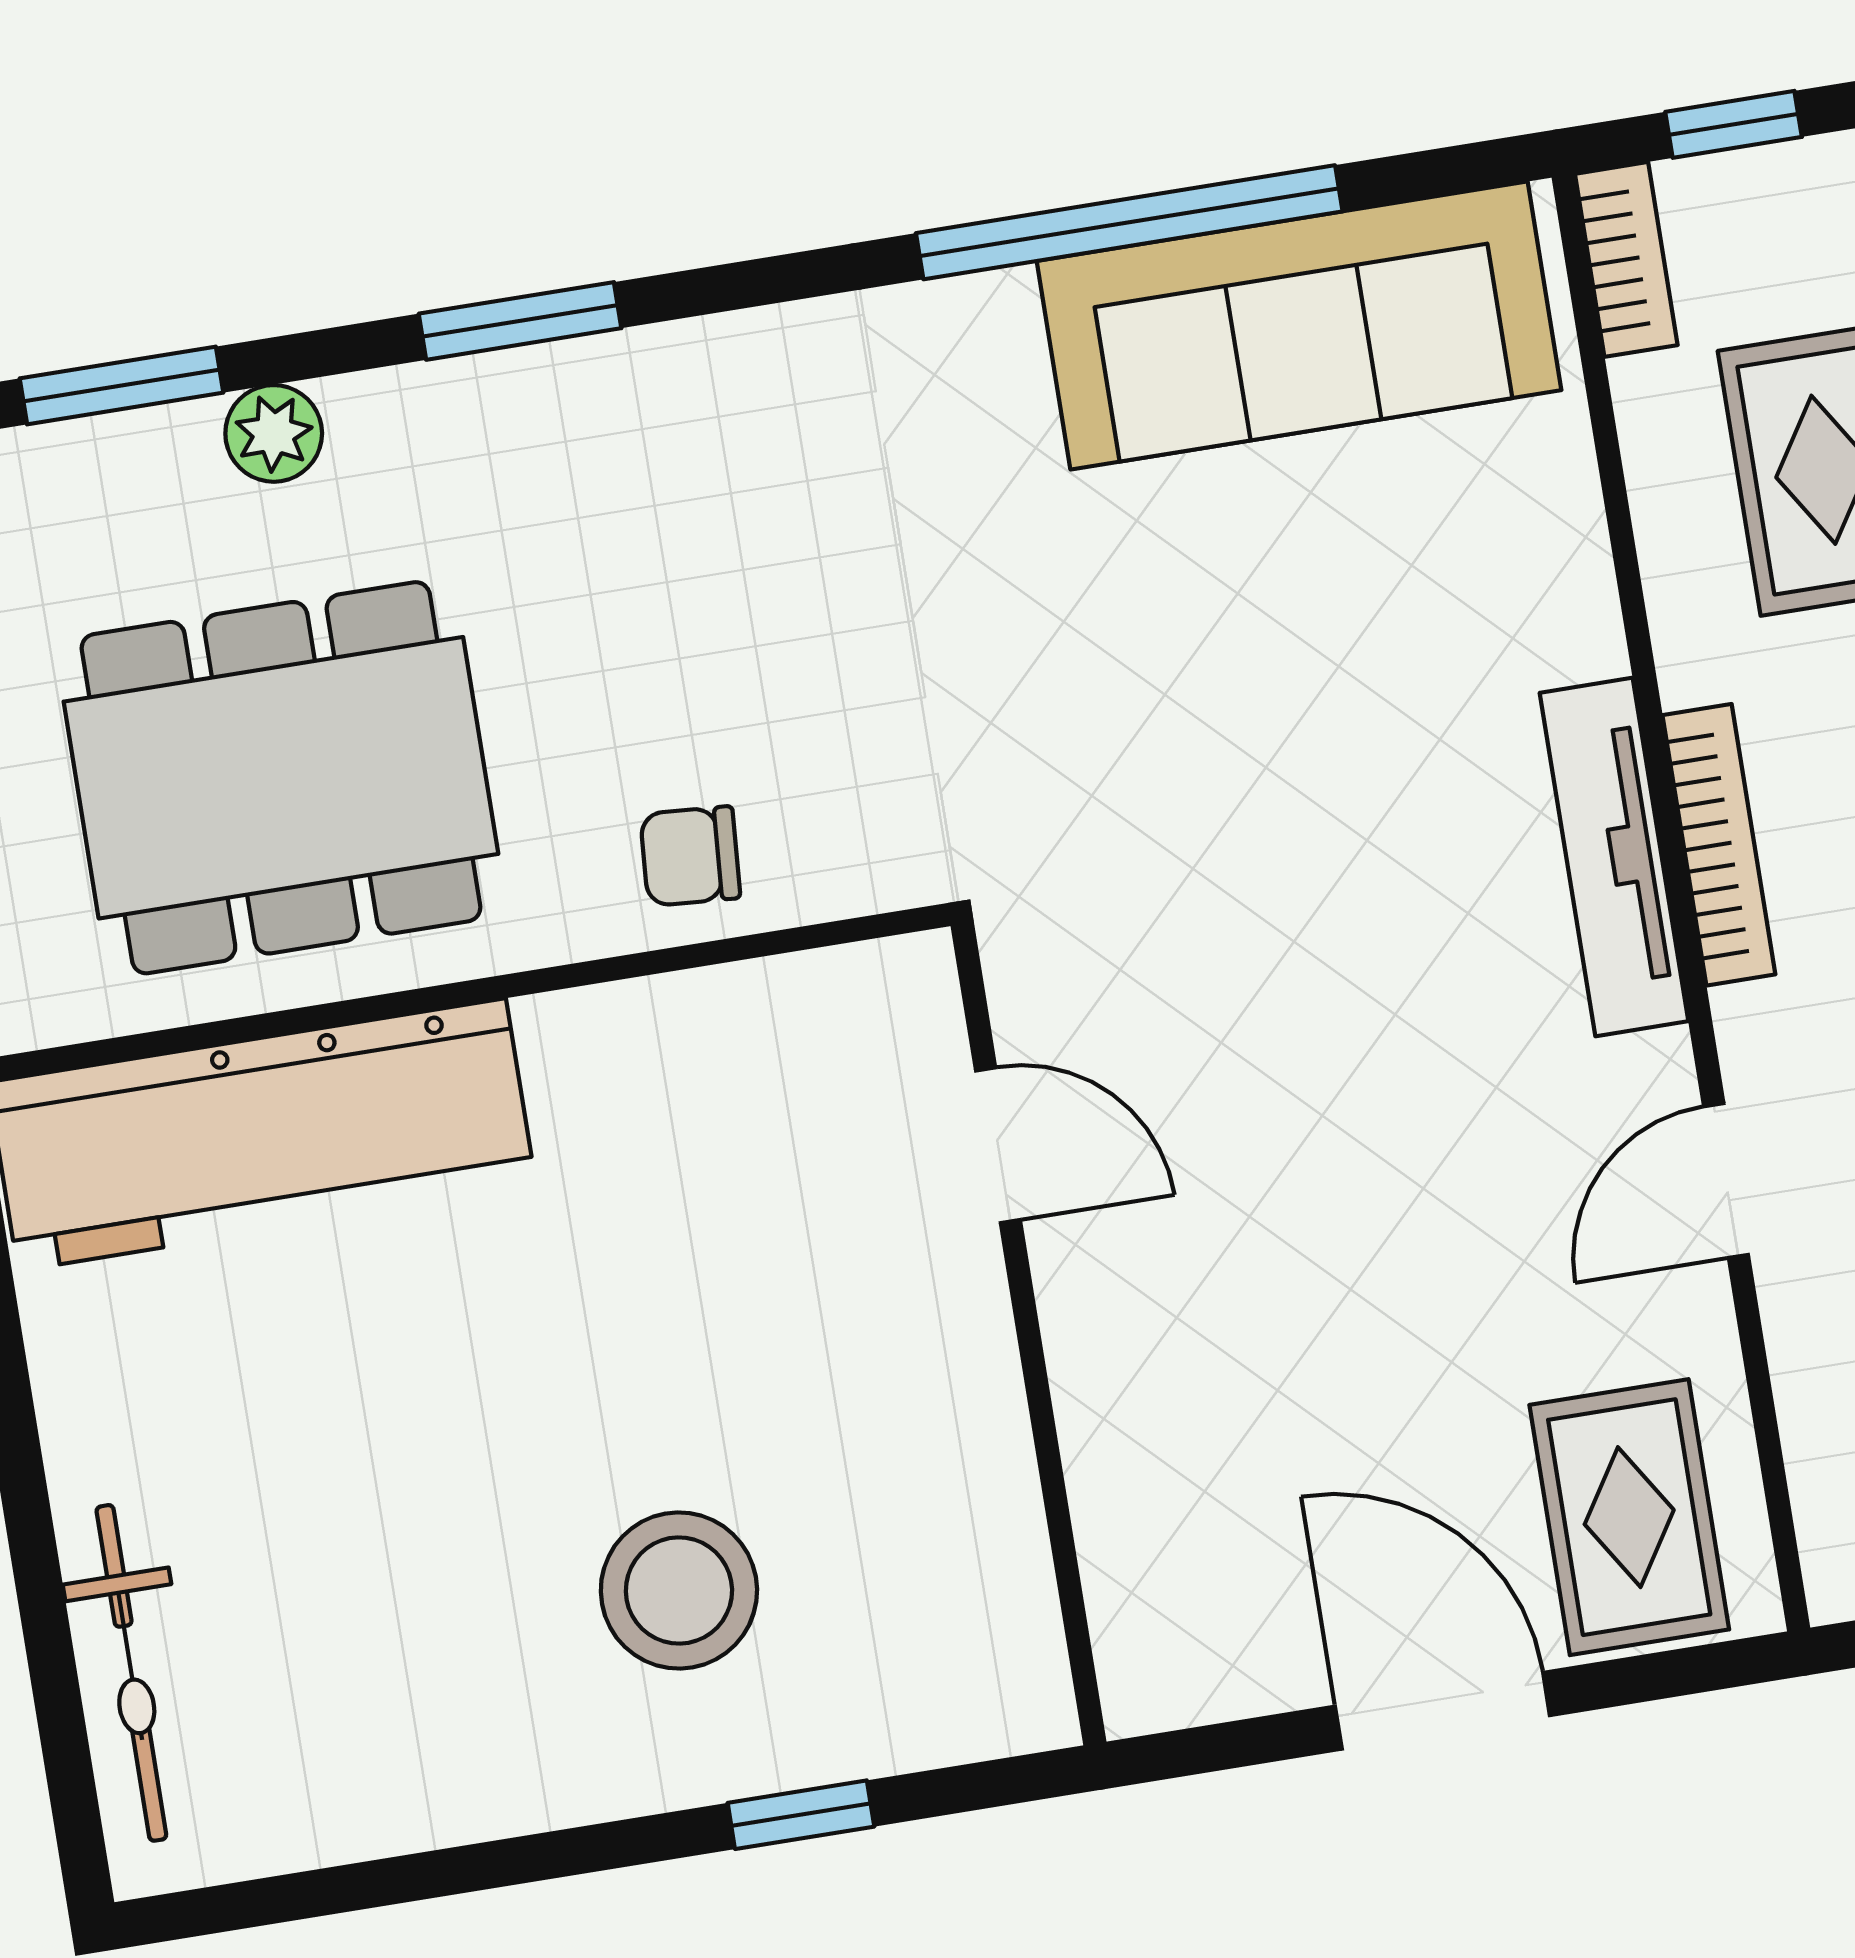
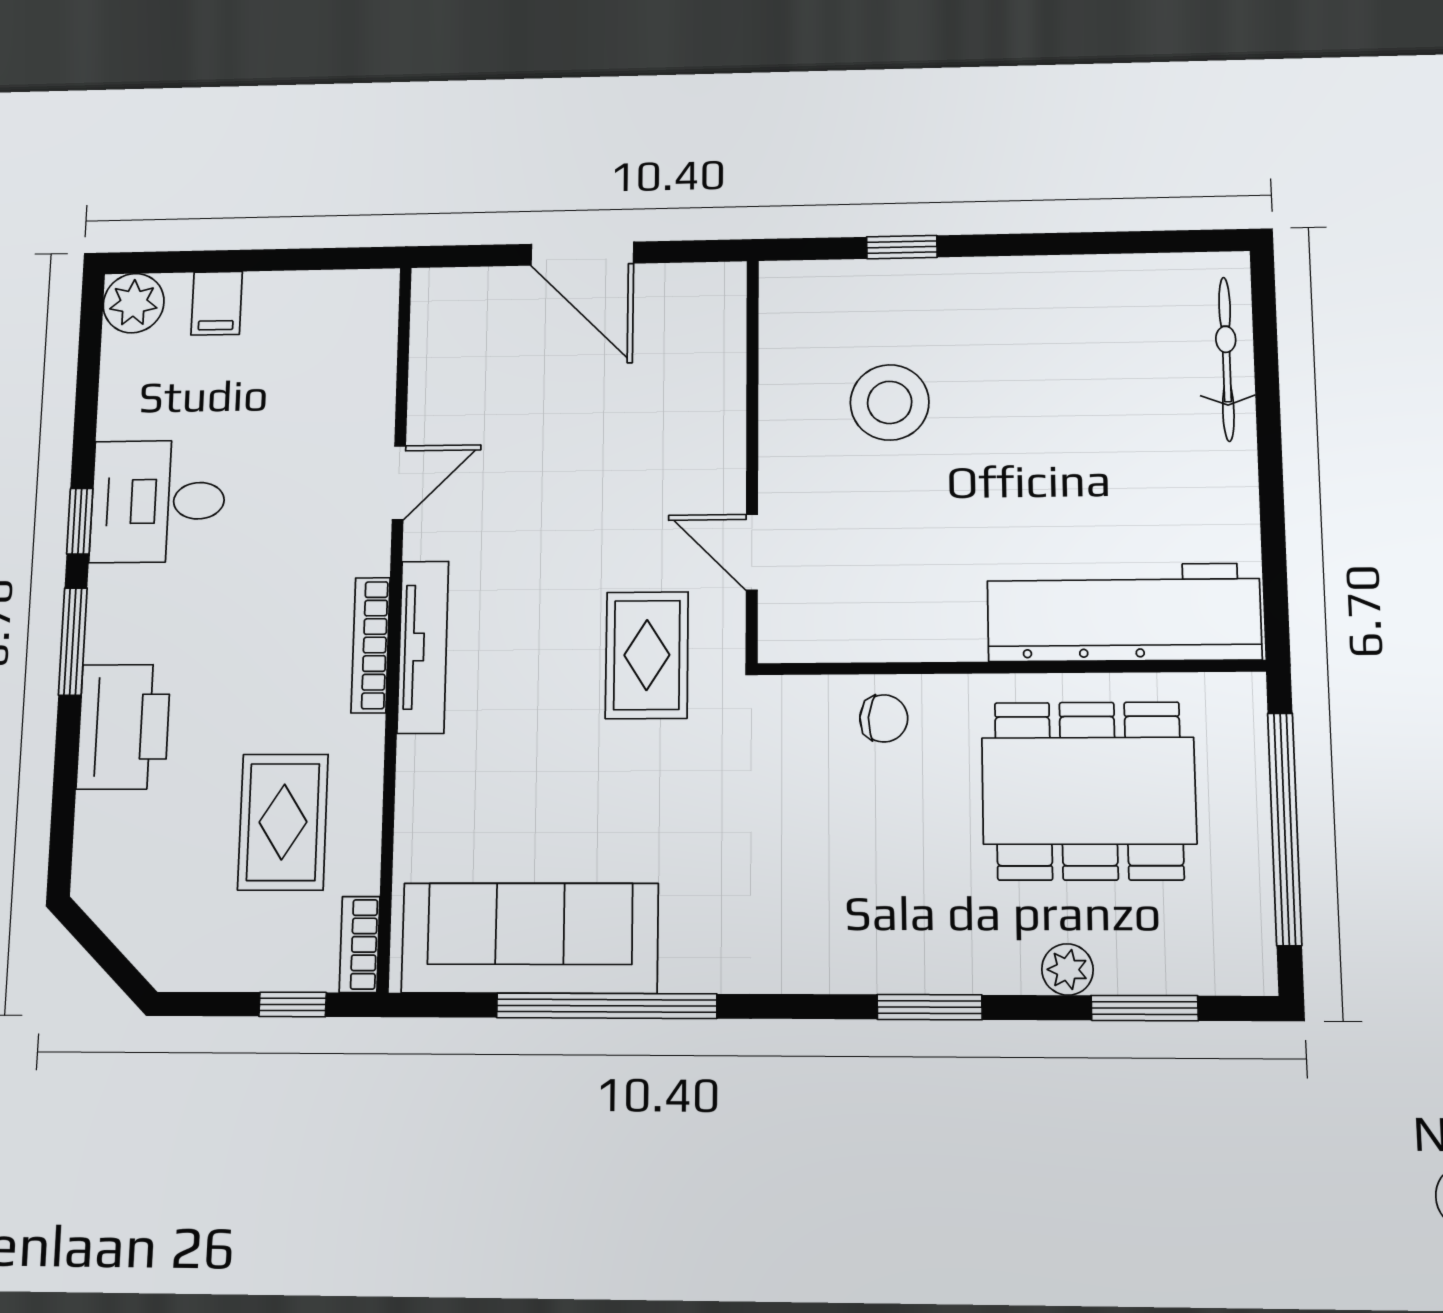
rug: (1629, 1517) -> (647, 655), moved
stool: (679, 1591) -> (890, 402), moved

